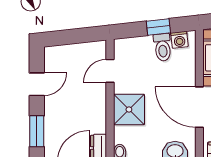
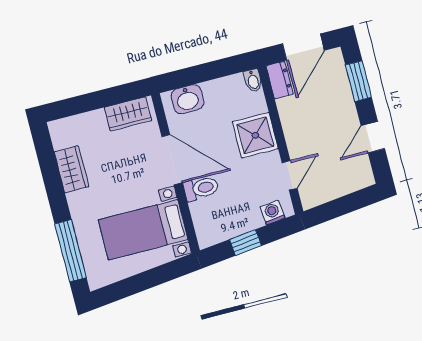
washing machine: (179, 40) -> (273, 213), moved
toilet: (163, 47) -> (201, 188), moved, turned 96

